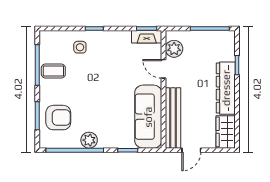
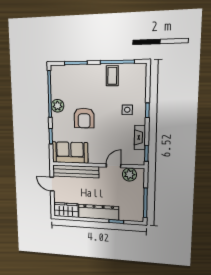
fireplace: (147, 37) -> (140, 138), moved
side table: (80, 47) -> (127, 110), moved
sofa: (148, 117) -> (70, 152), width x0.73
armchair: (58, 118) -> (84, 118), moved

